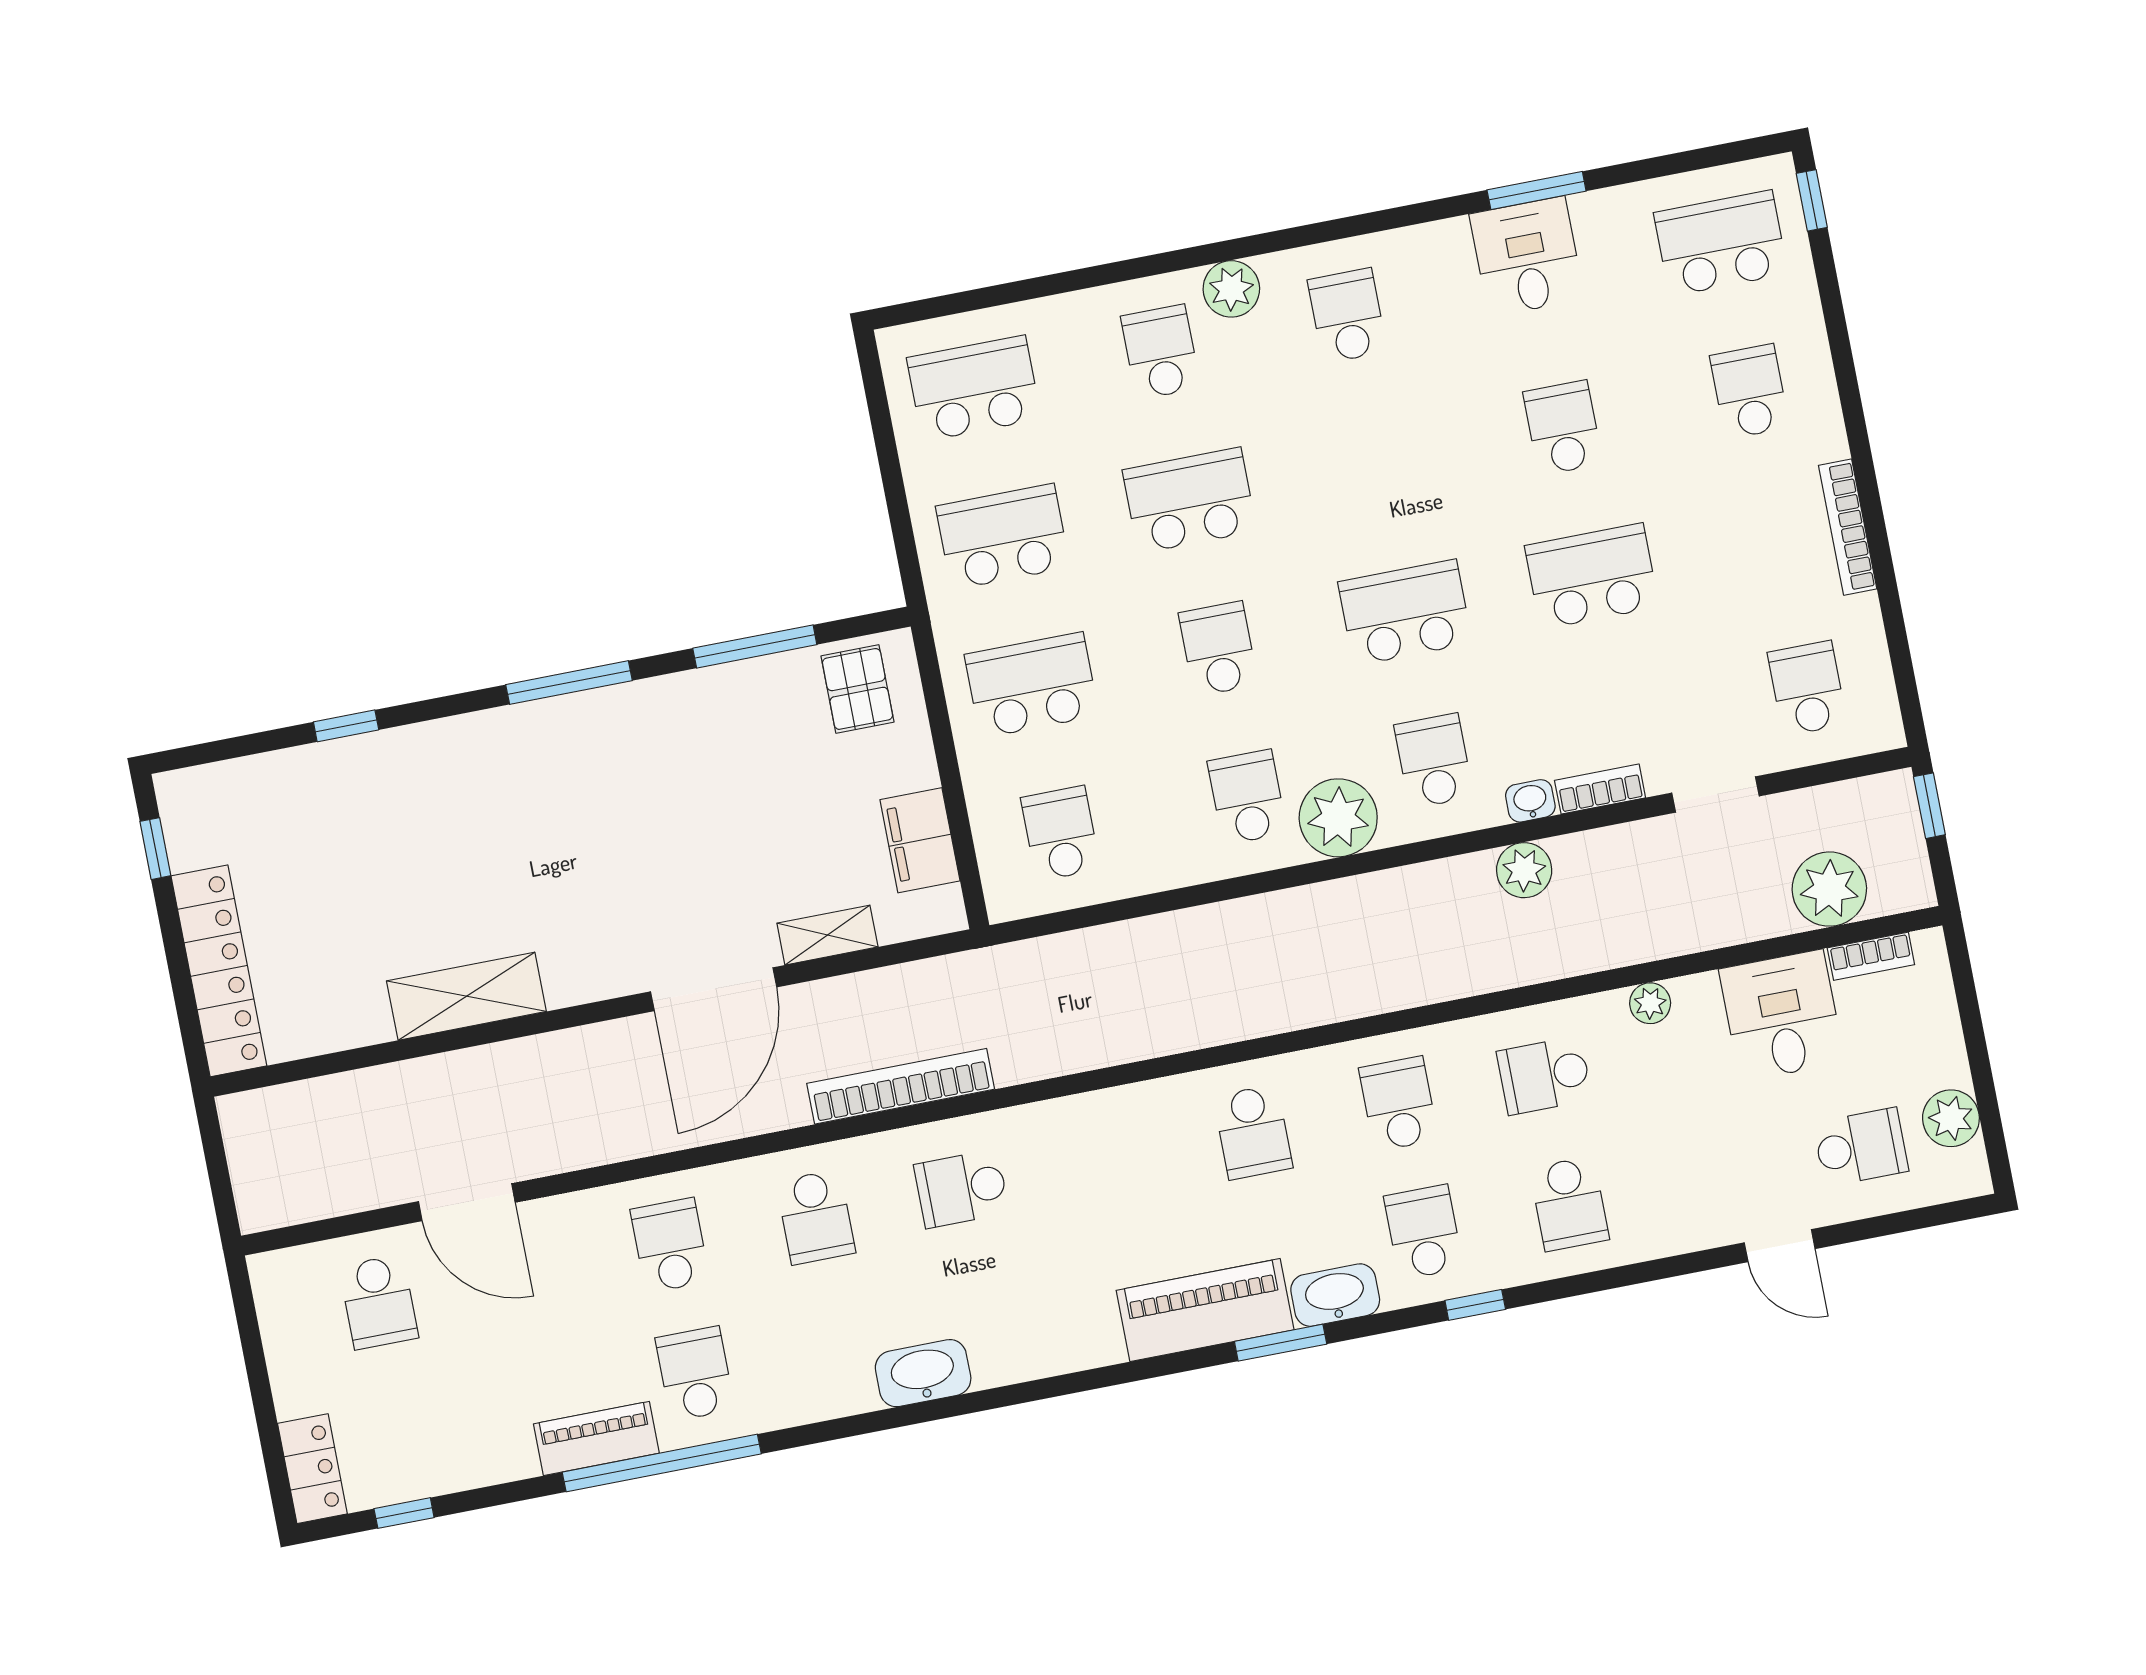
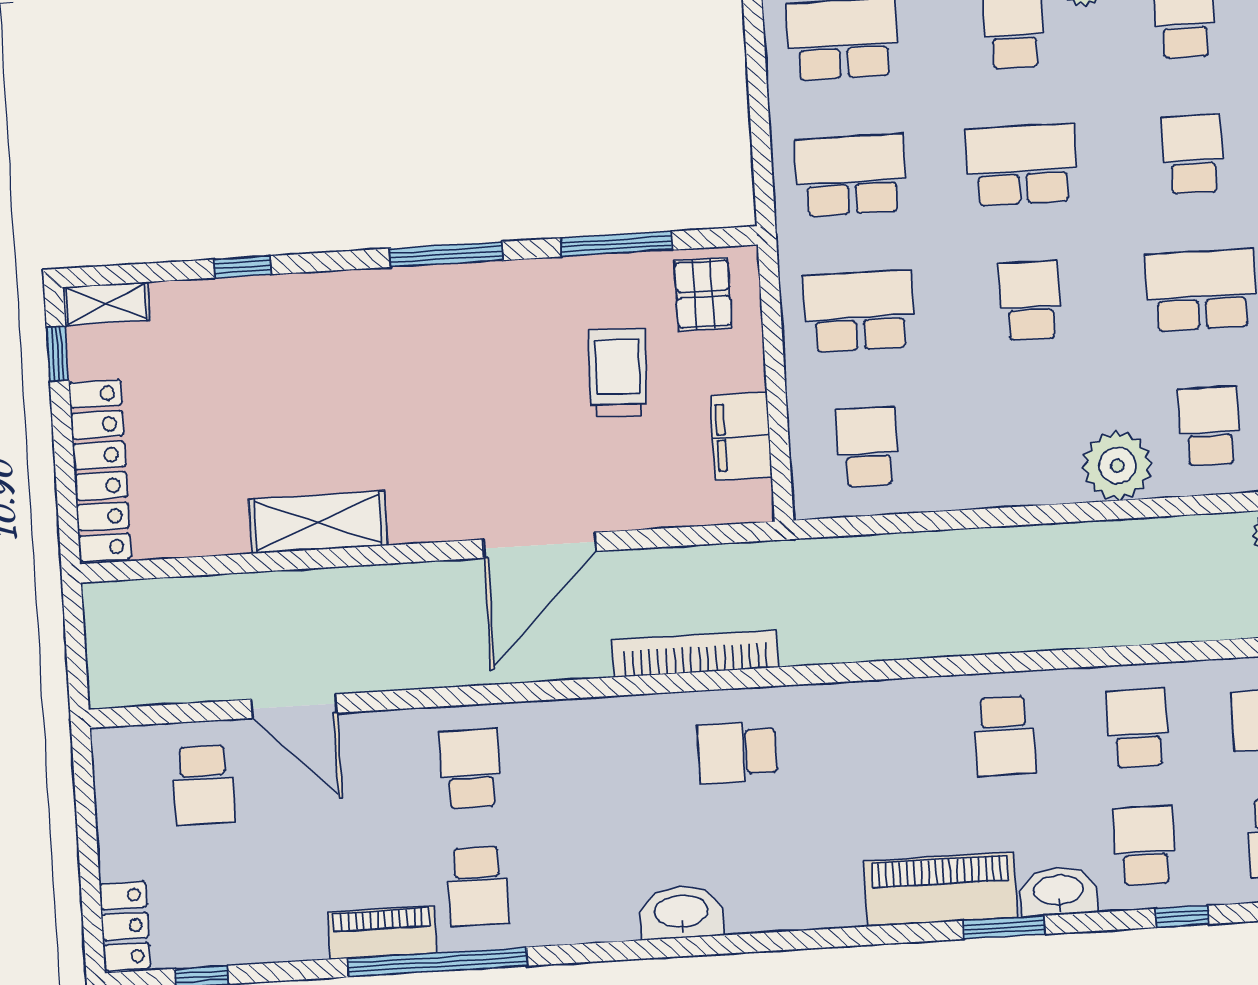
trolley: (775, 788) -> (618, 373), added
school desk: (1247, 797) -> (1193, 154), moved
shelving: (827, 935) -> (107, 304), moved
school desk: (816, 1217) -> (604, 761), removed
school desk: (695, 1374) -> (478, 886), turned 180

